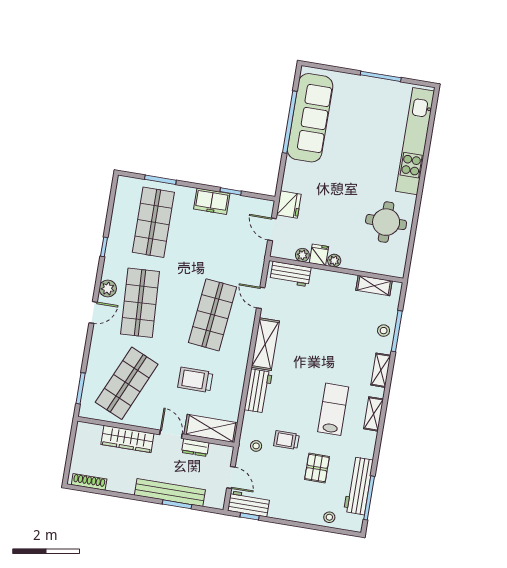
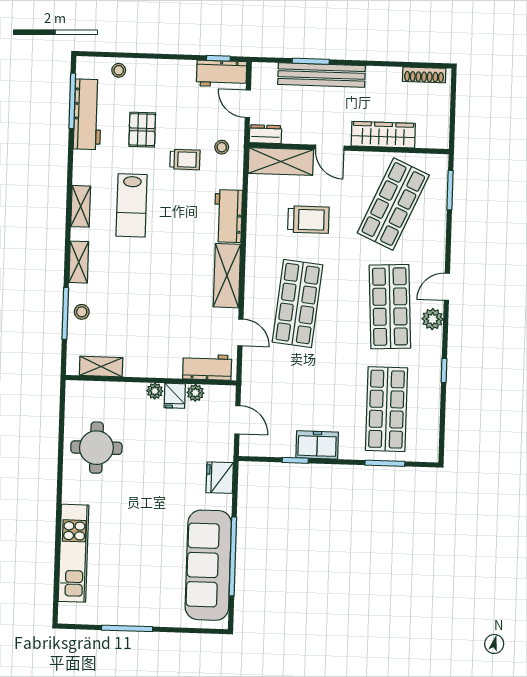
kitchen unit: (415, 141) -> (74, 553), width x0.73
fridge: (289, 204) -> (220, 478), moved
dresser: (195, 448) -> (265, 134), moved

